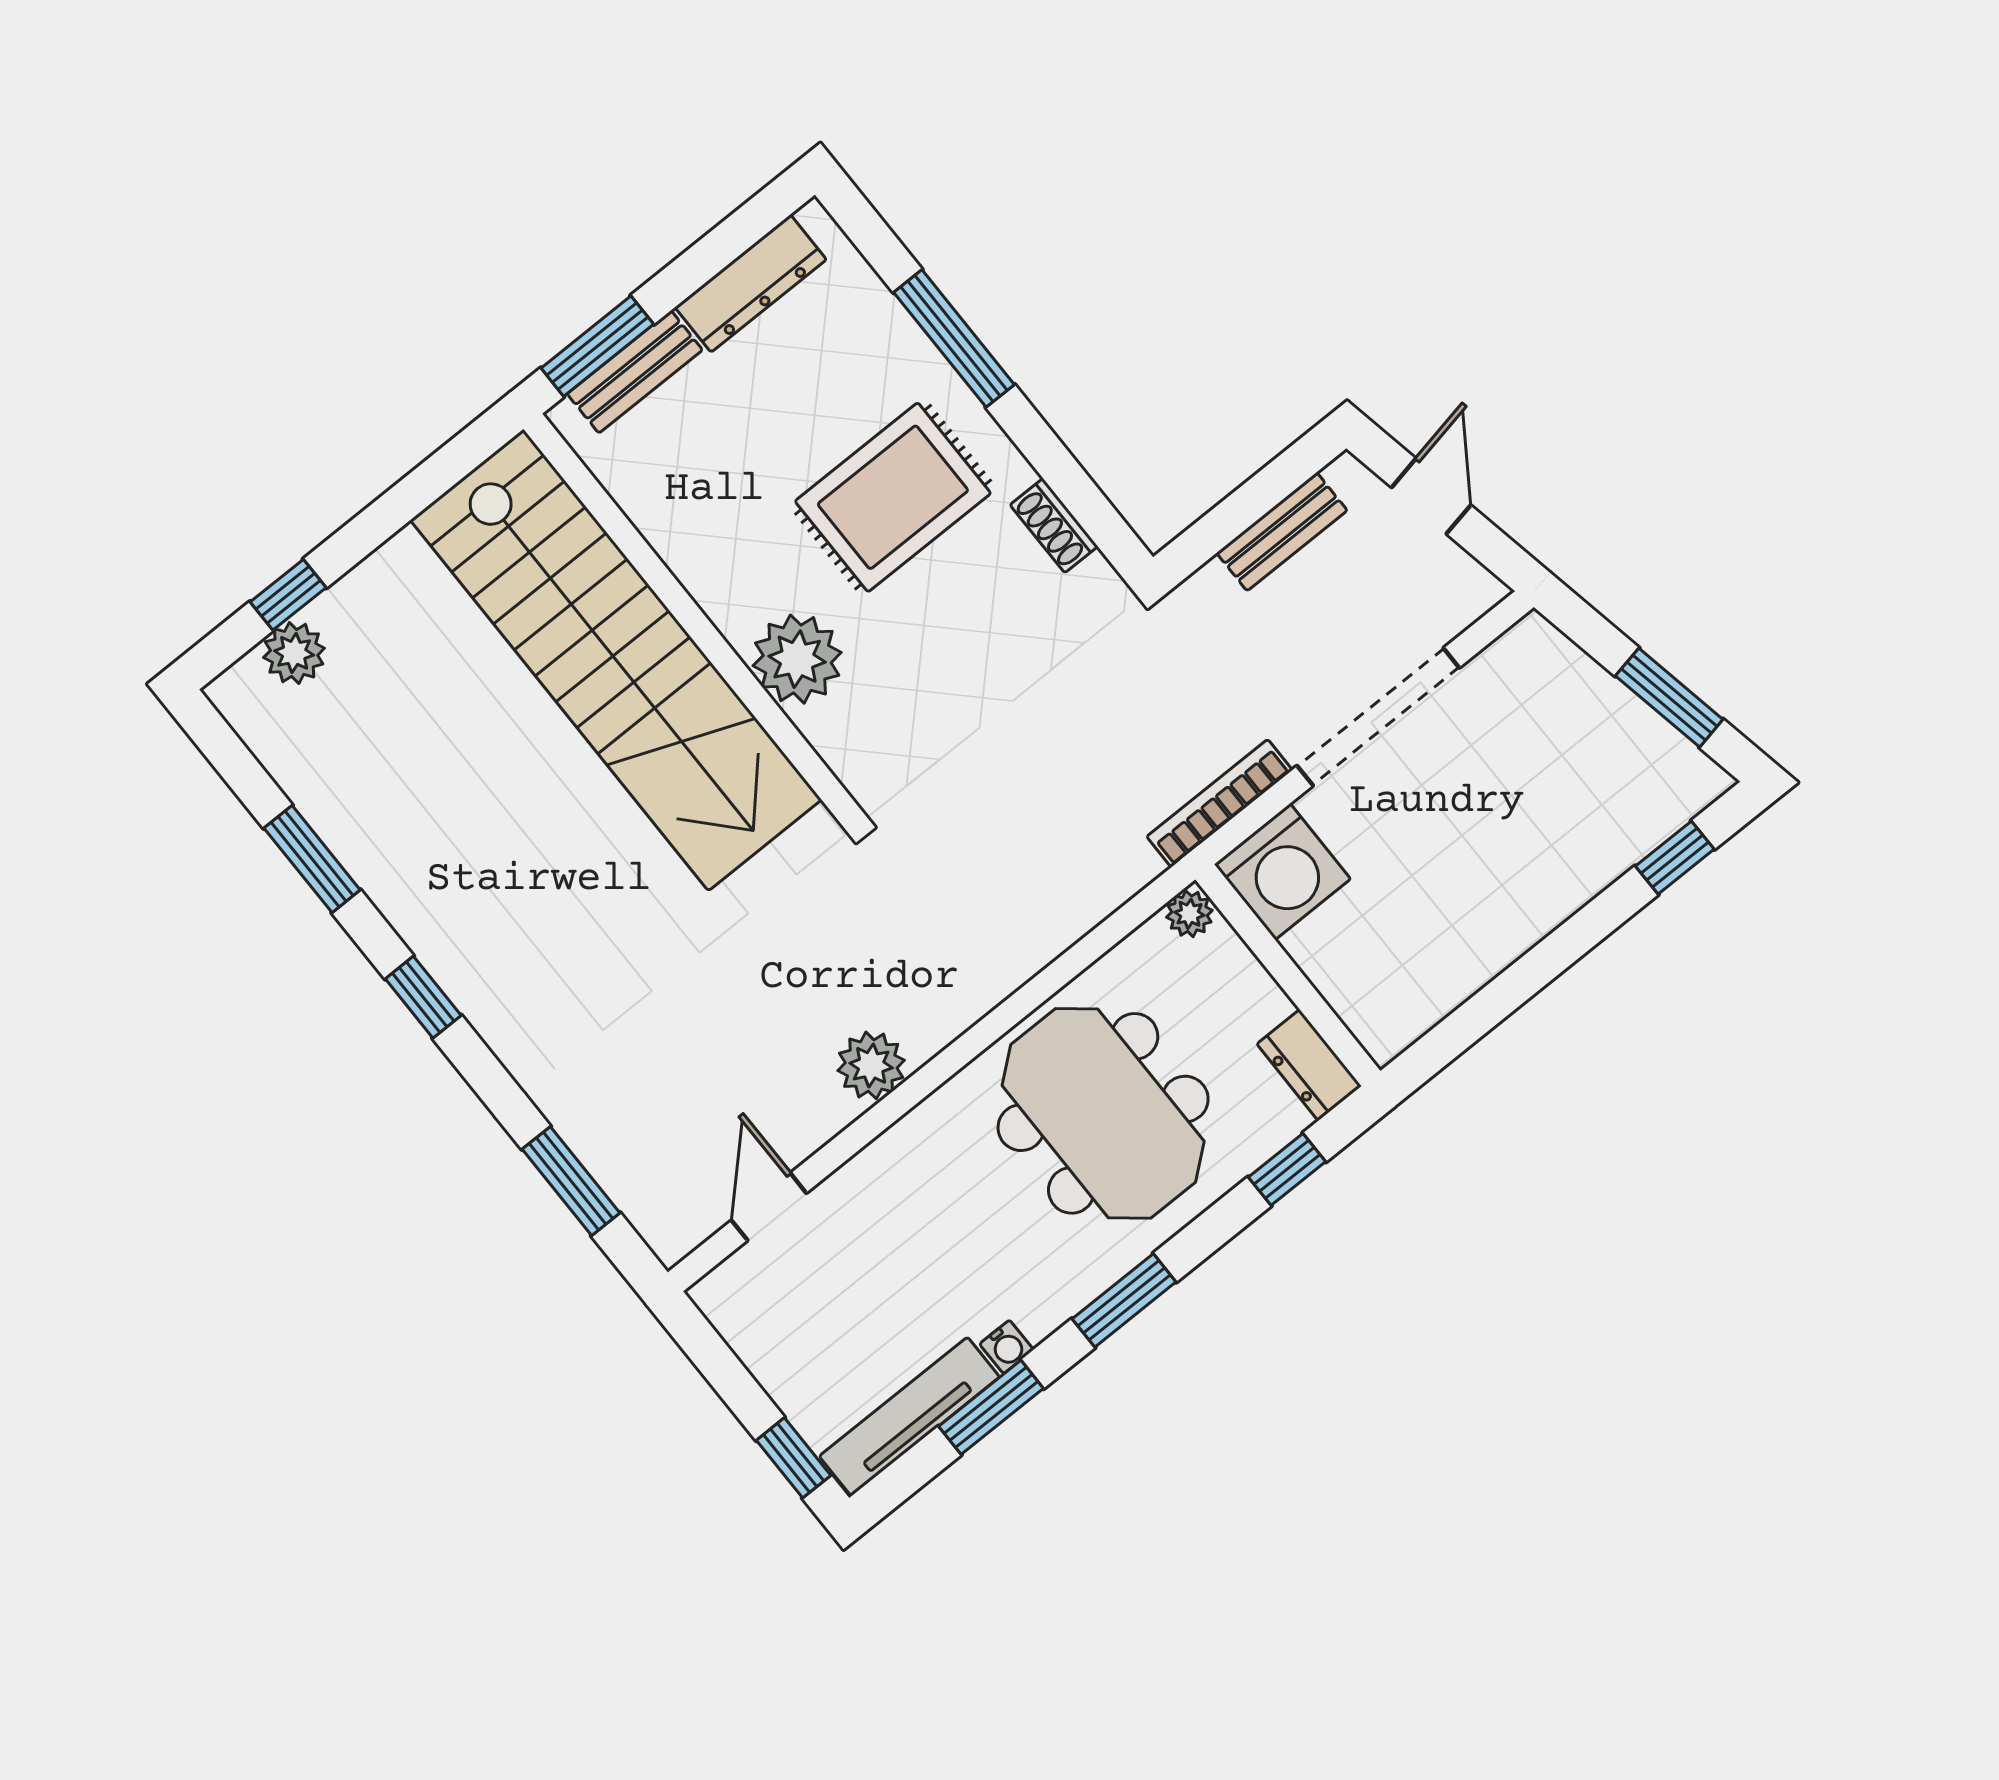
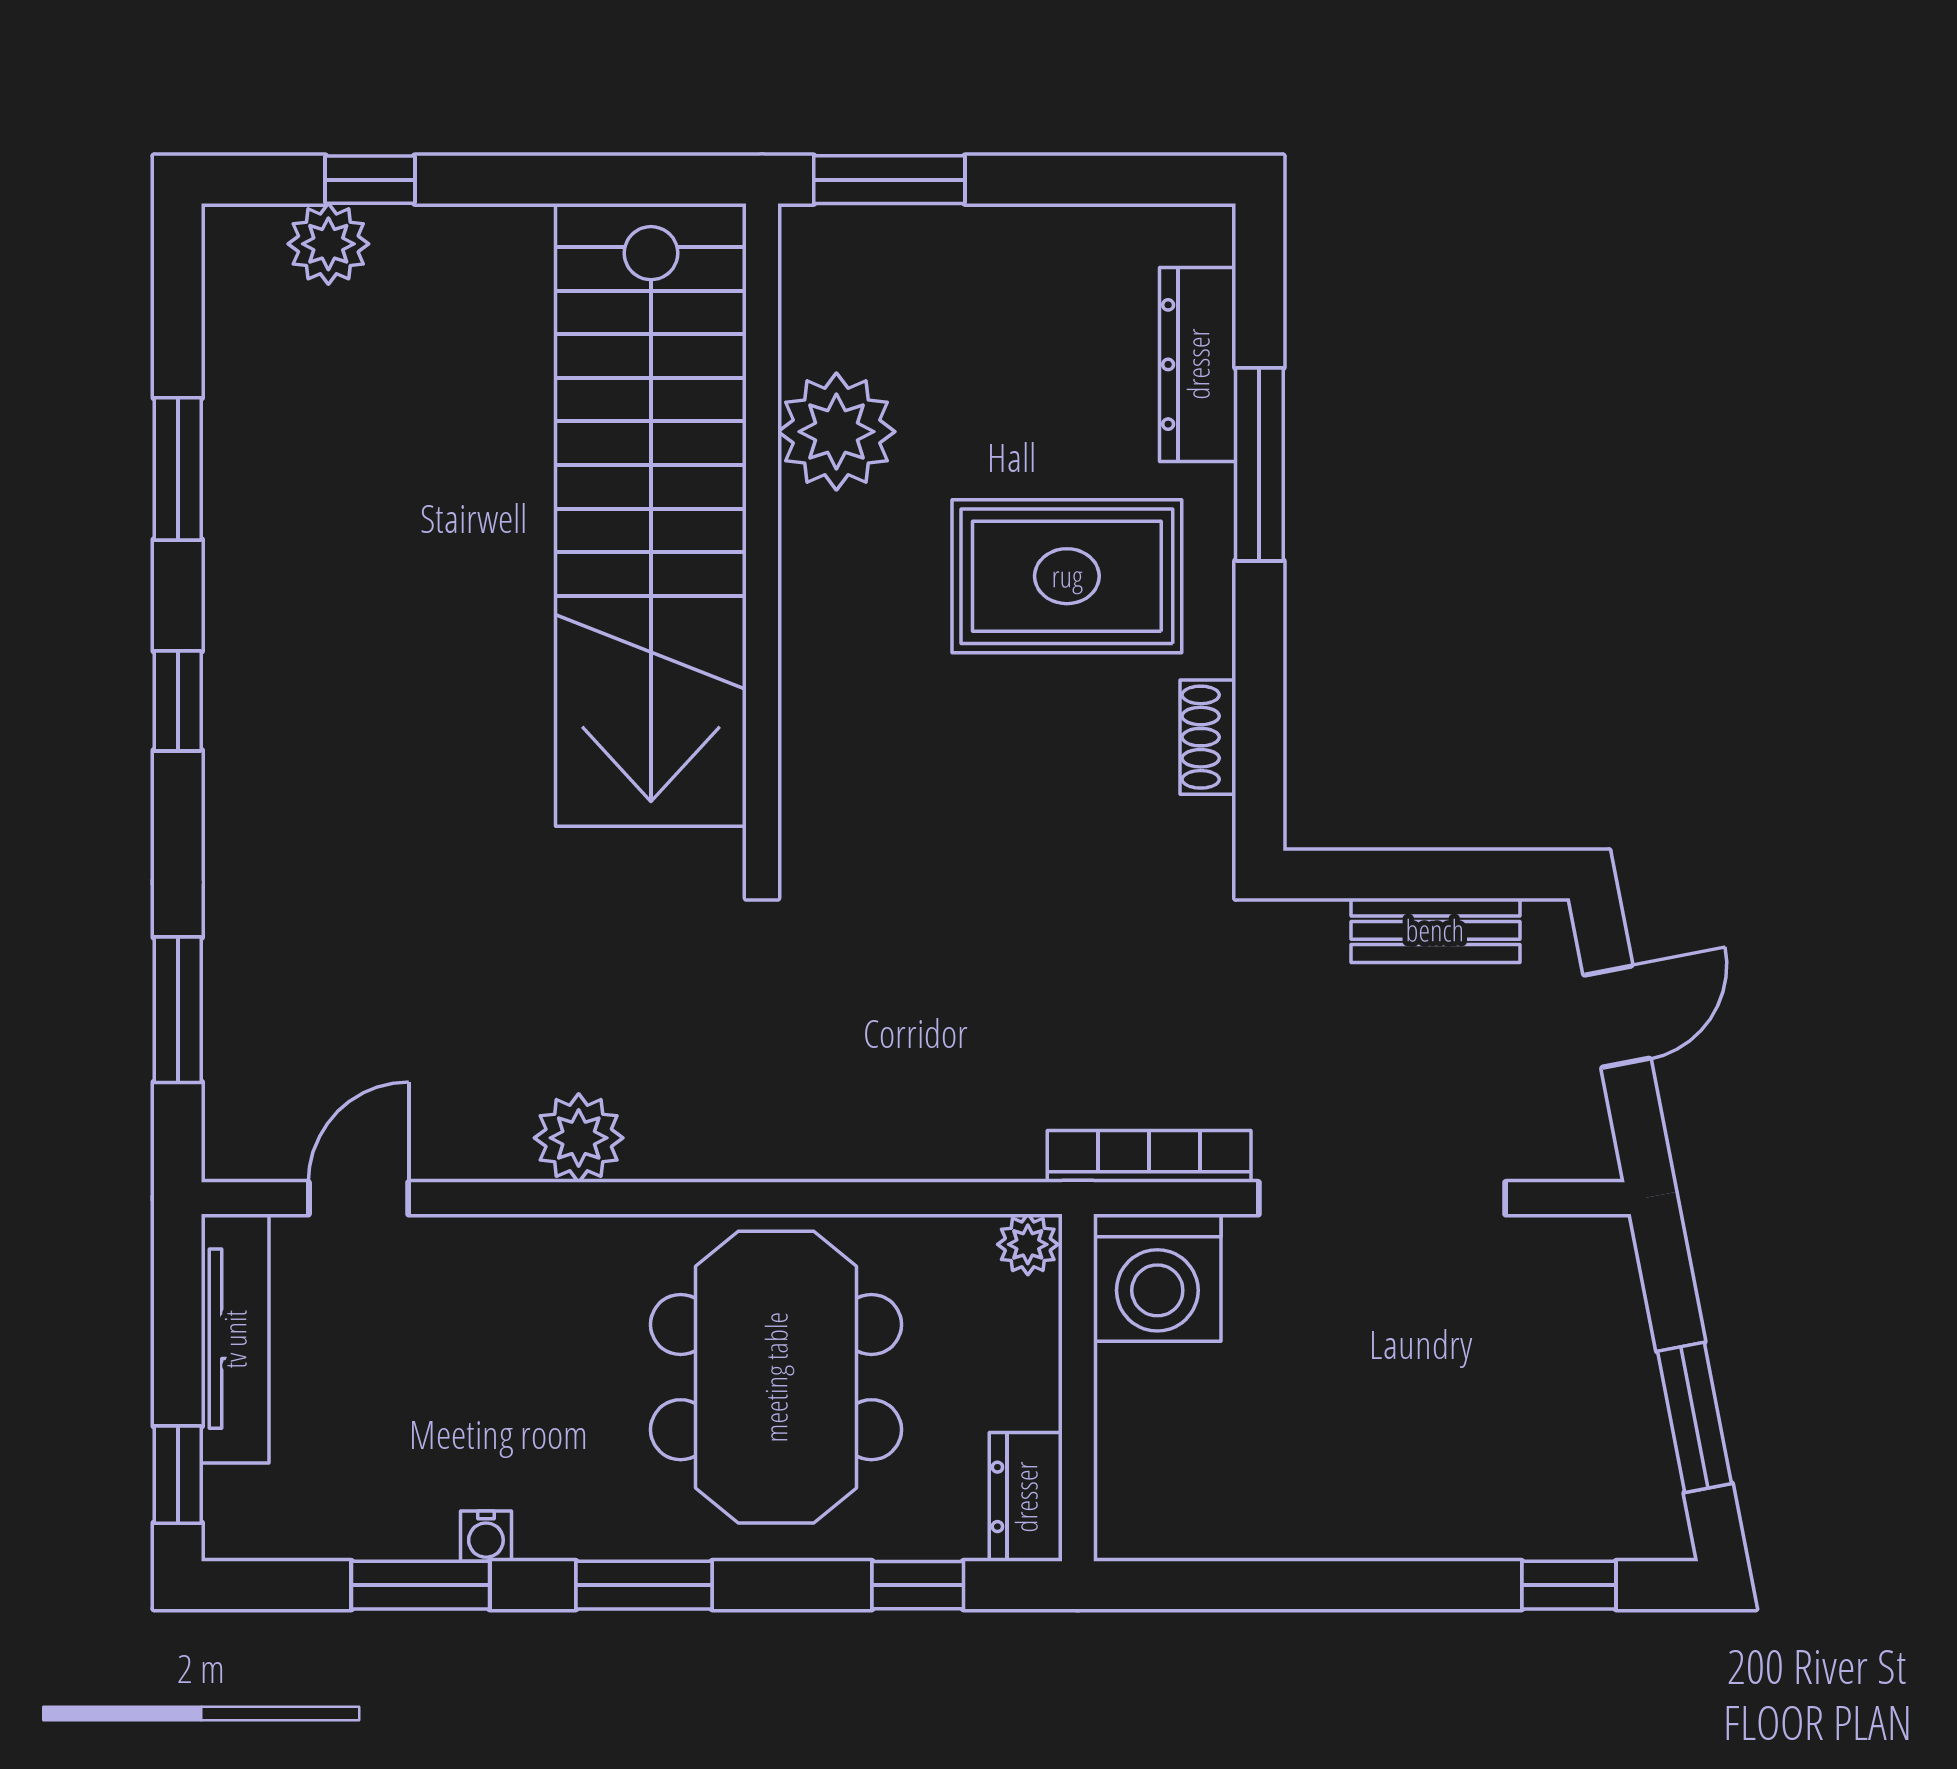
dresser: (751, 283) -> (1198, 364), moved, turned 90
bench: (635, 372) -> (907, 237), removed
plant: (797, 659) -> (836, 432), moved
tv unit: (909, 1417) -> (235, 1339), moved, turned 90

